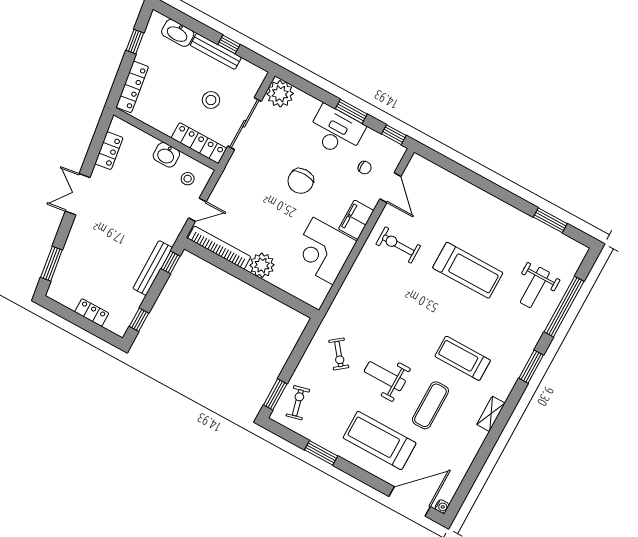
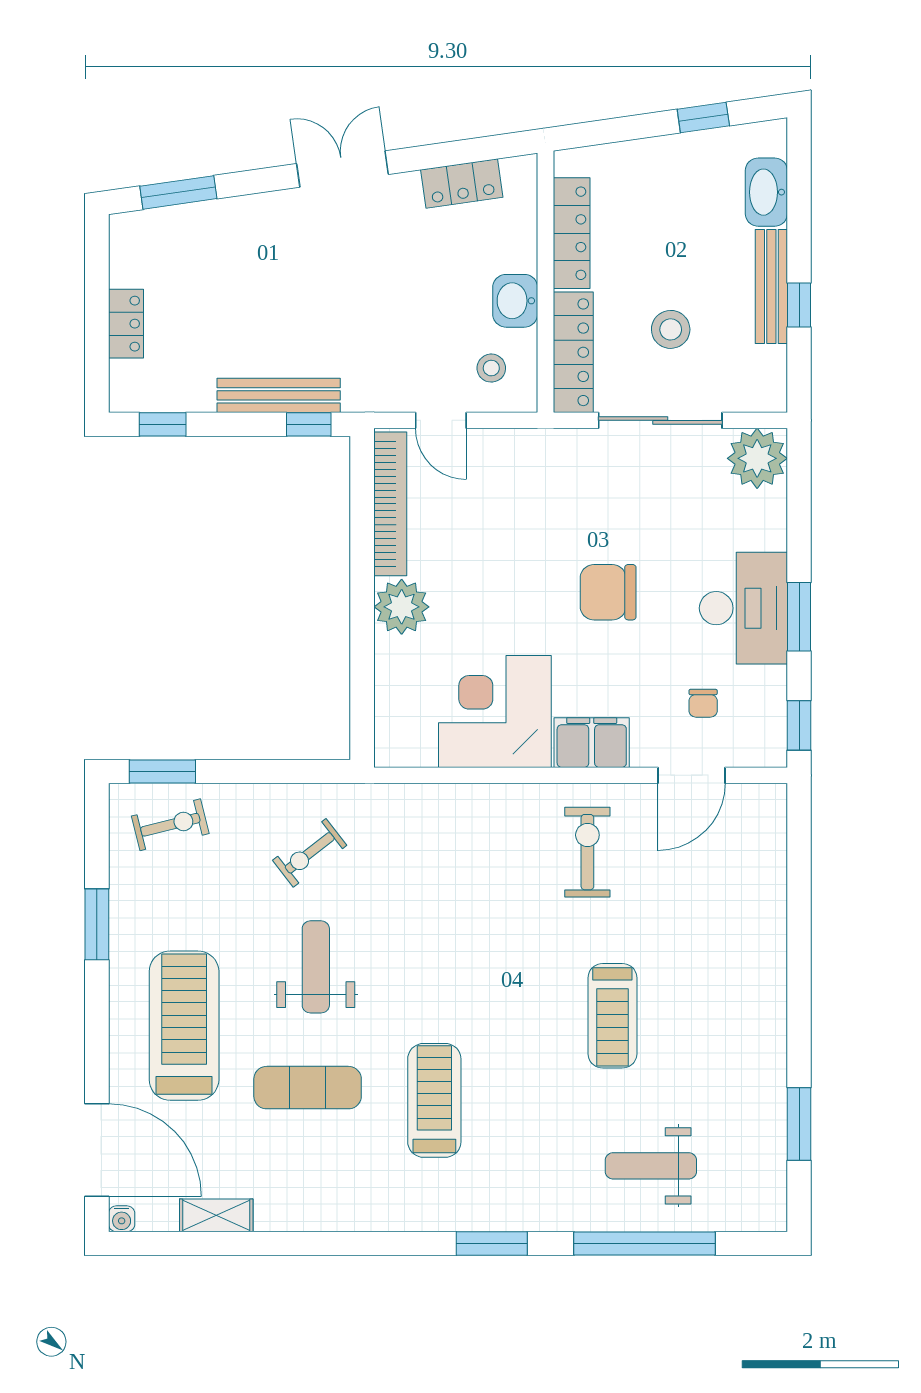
locker: (132, 87) -> (572, 233), moved, turned -82
treadmill: (468, 270) -> (612, 1016), width x0.73, depth x0.73
shelving: (491, 414) -> (216, 1215), moved

